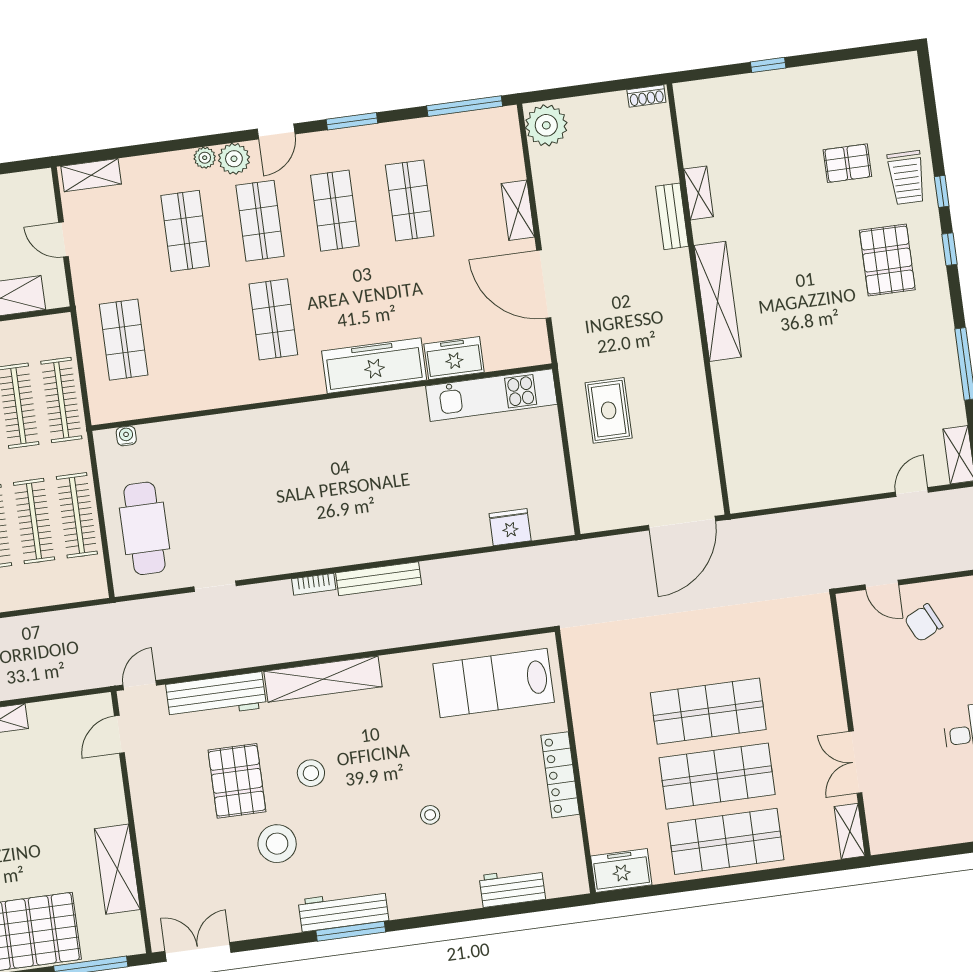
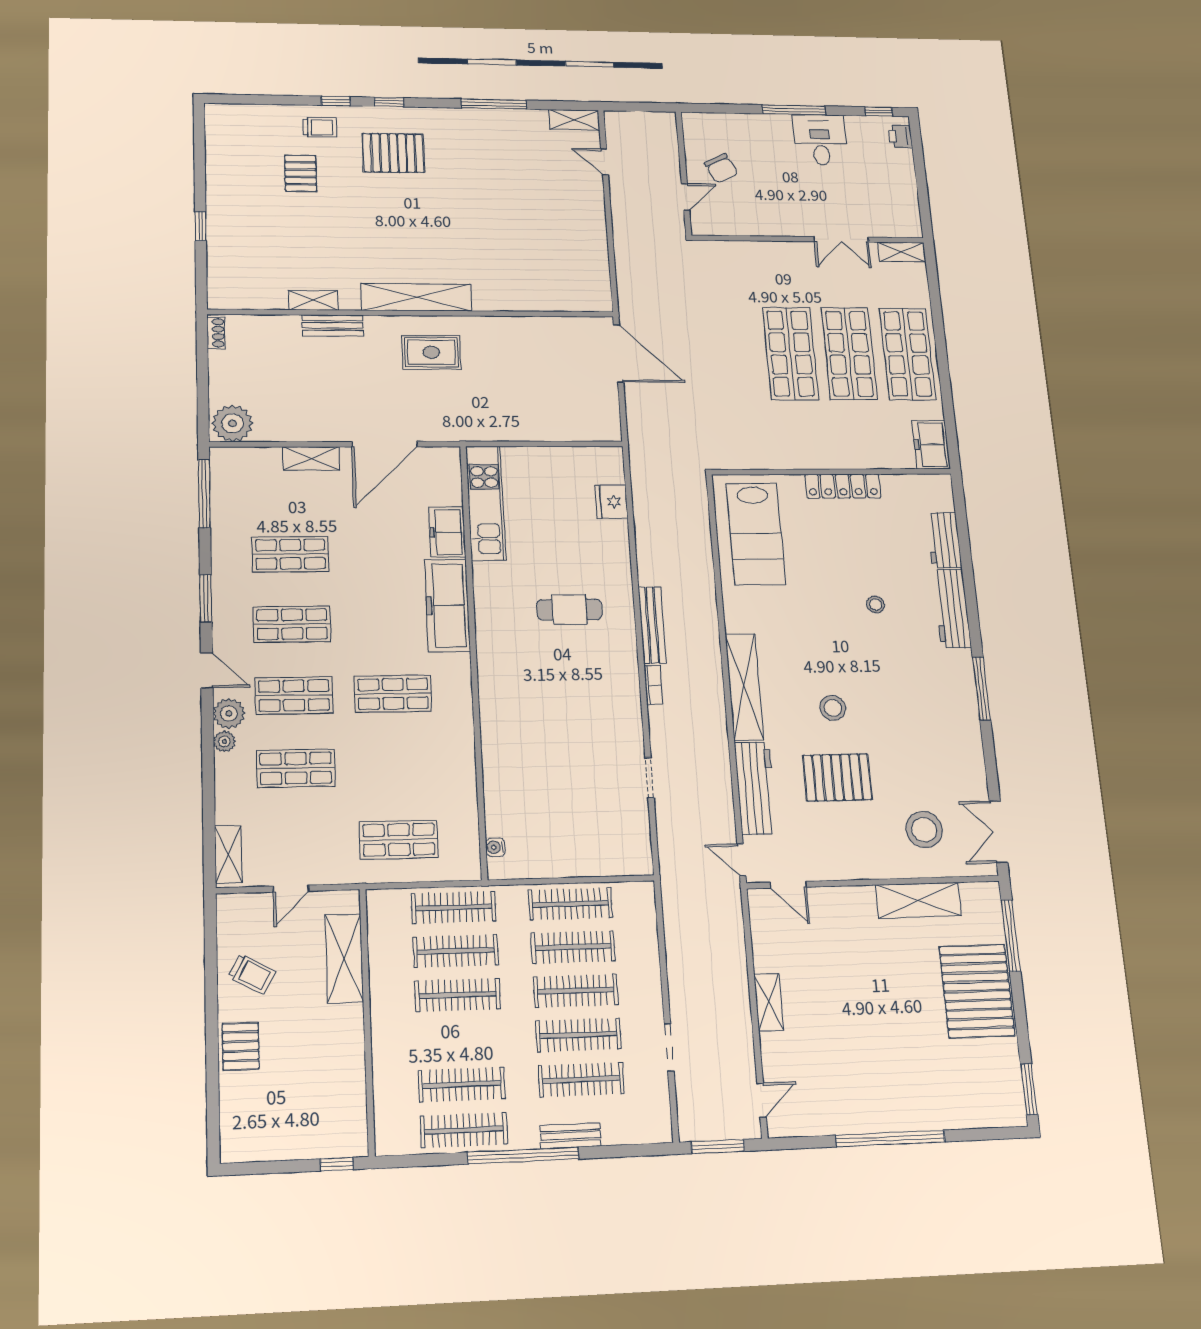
trolley: (907, 178) -> (320, 127), width x0.73, depth x0.72
rug: (609, 410) -> (431, 352), moved
cafe table: (145, 528) -> (569, 610), moved, width x0.73, depth x0.74
stool: (277, 844) -> (924, 830), moved
workbench: (343, 910) -> (952, 609), moved

